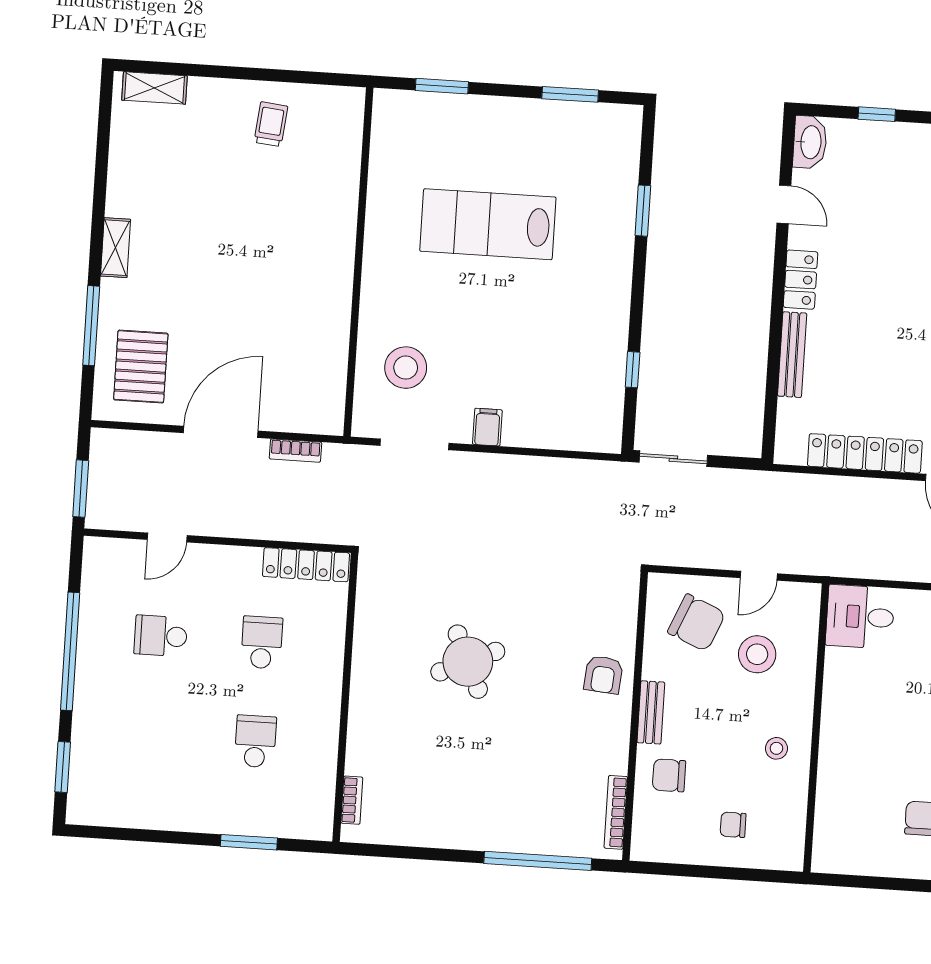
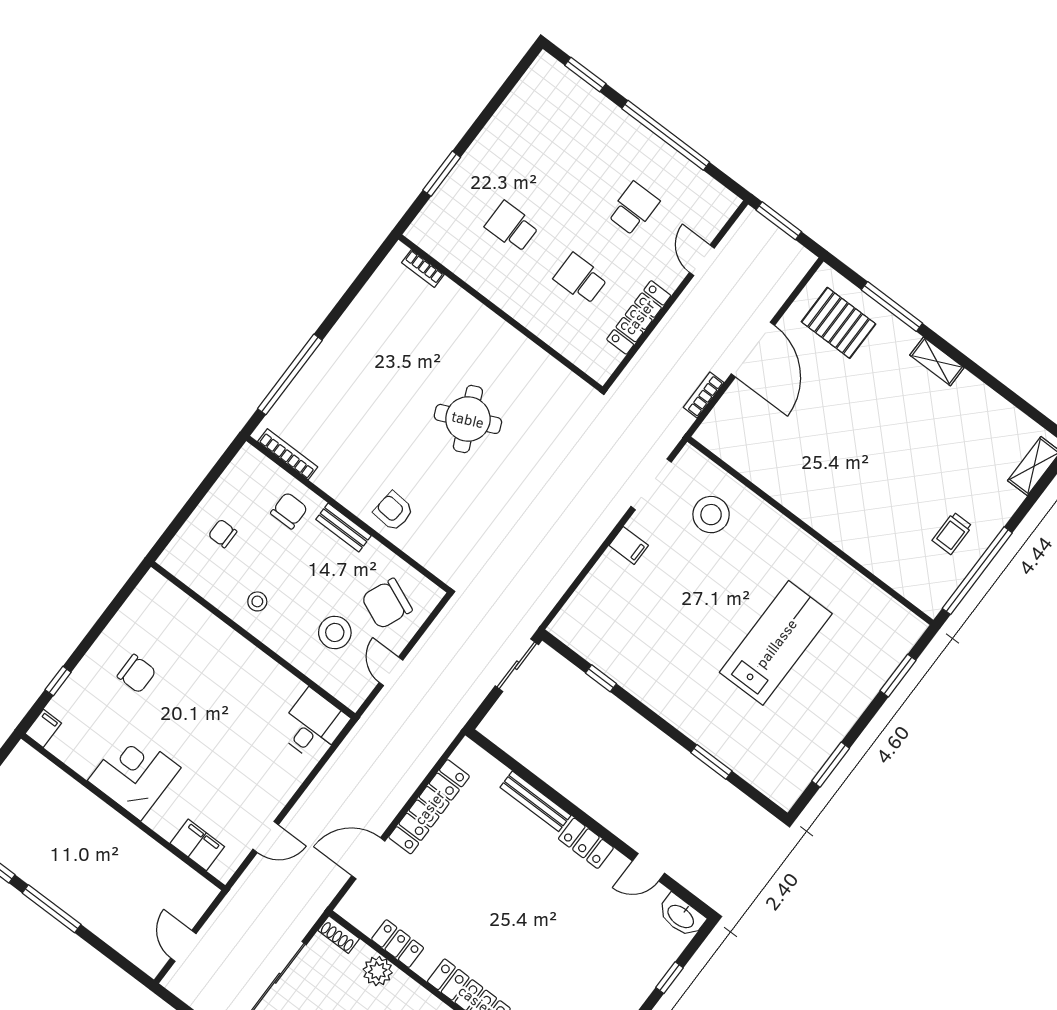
window: (291, 76) -> (977, 571), added
trolley: (271, 124) -> (952, 533), turned 84
locker: (306, 565) -> (639, 317), moved
school desk: (262, 642) -> (580, 279), turned 180
school desk: (255, 741) -> (512, 227), turned 180
chair: (733, 825) -> (223, 533), turned -90

